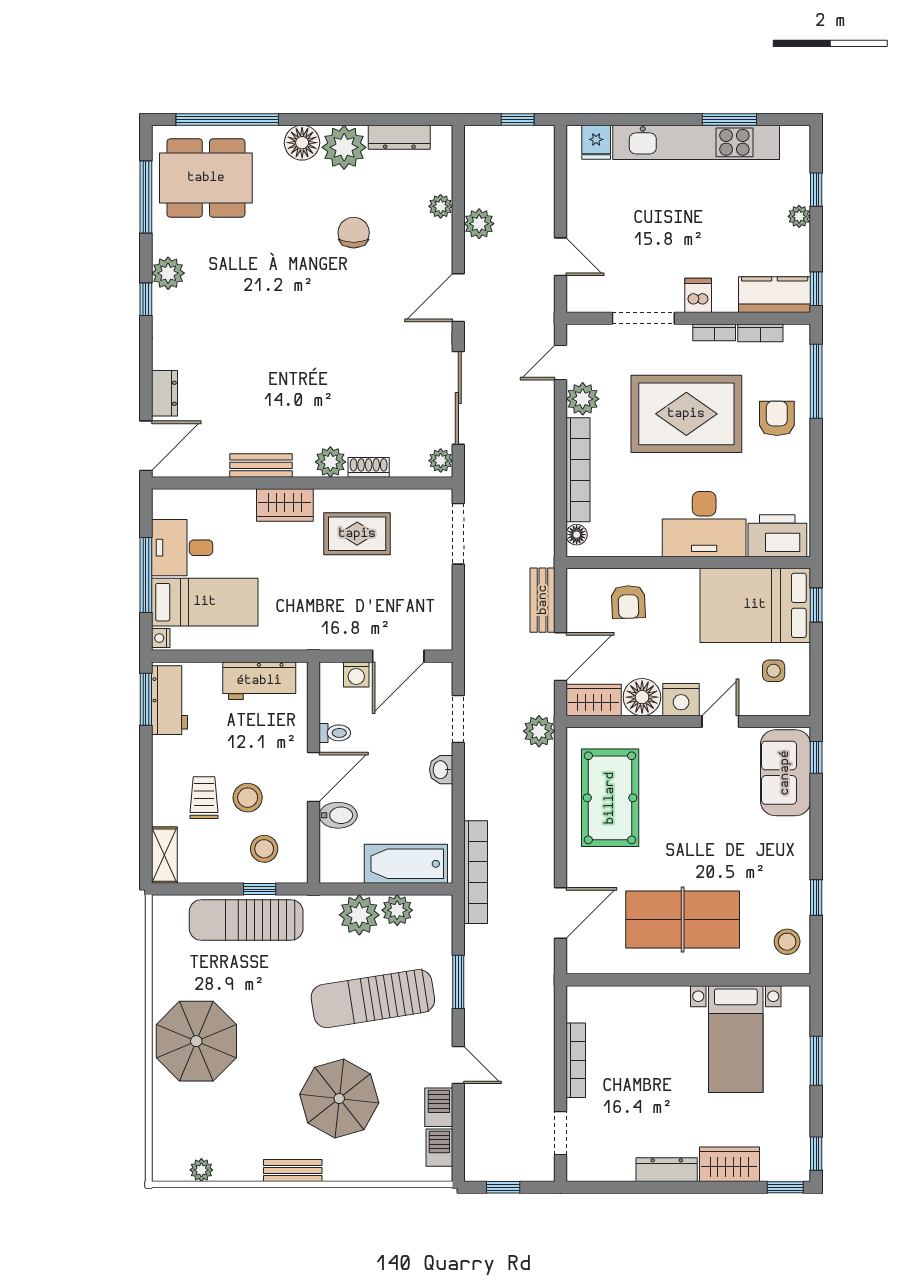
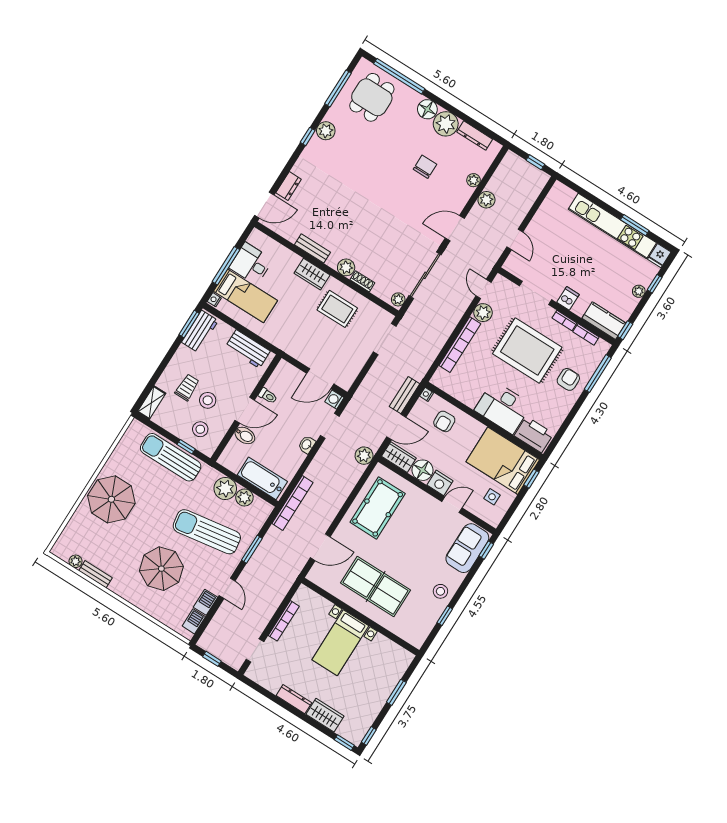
fridge: (596, 142) -> (659, 256), moved
dining table: (206, 178) -> (372, 97), width x0.73
door: (561, 363) -> (483, 289), hinge flipped
floor lamp: (577, 535) -> (440, 375), removed
nightstand: (575, 578) -> (427, 394), added
washing machine: (356, 674) -> (334, 400), moved, turned 90
stool: (787, 942) -> (440, 591), moved
bed with nightstands: (736, 1039) -> (340, 643), moved
bench: (293, 1170) -> (96, 574), moved

